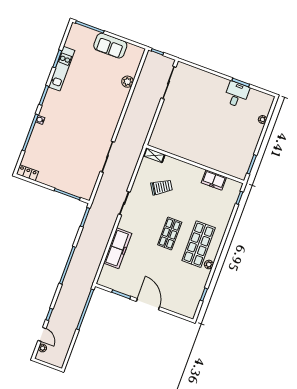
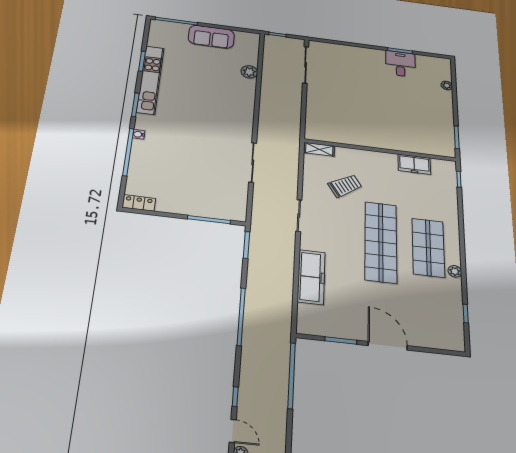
kitchen unit: (62, 69) -> (150, 80), width x1.36
shop shelf: (170, 234) -> (381, 242), width x2.00, depth x1.36

